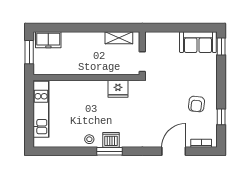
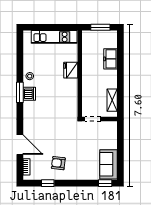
freezer: (48, 40) -> (110, 59), moved
fridge: (118, 89) -> (71, 70), moved

